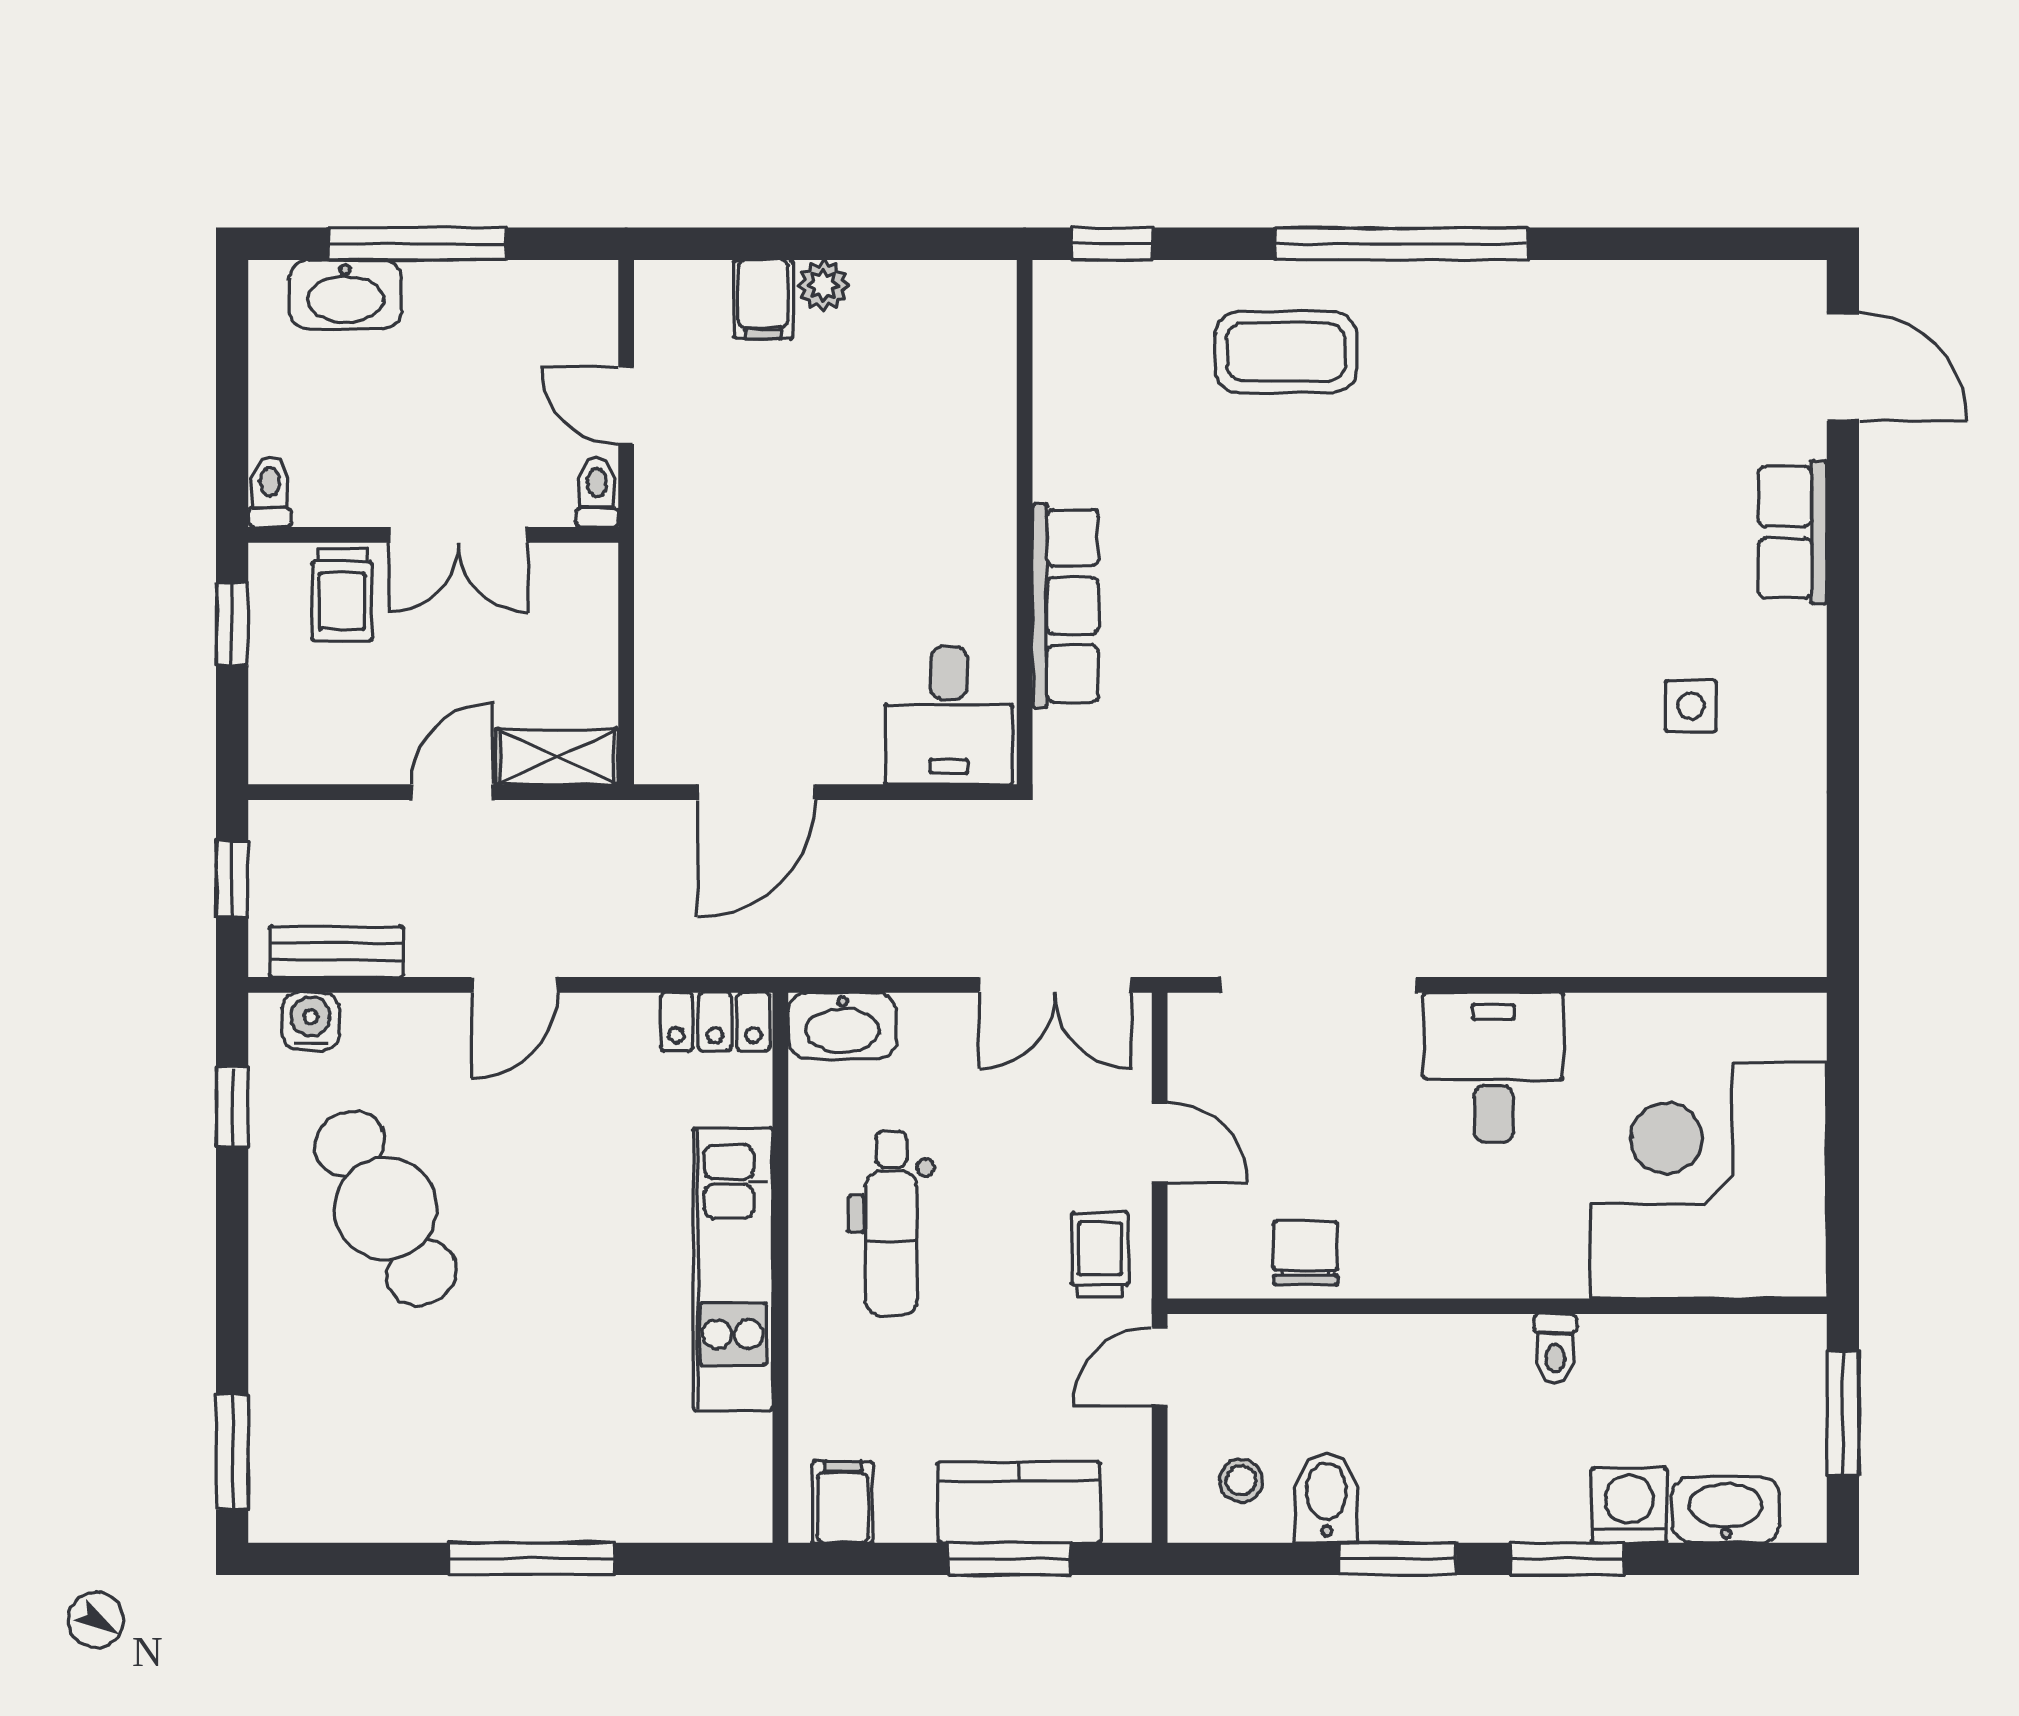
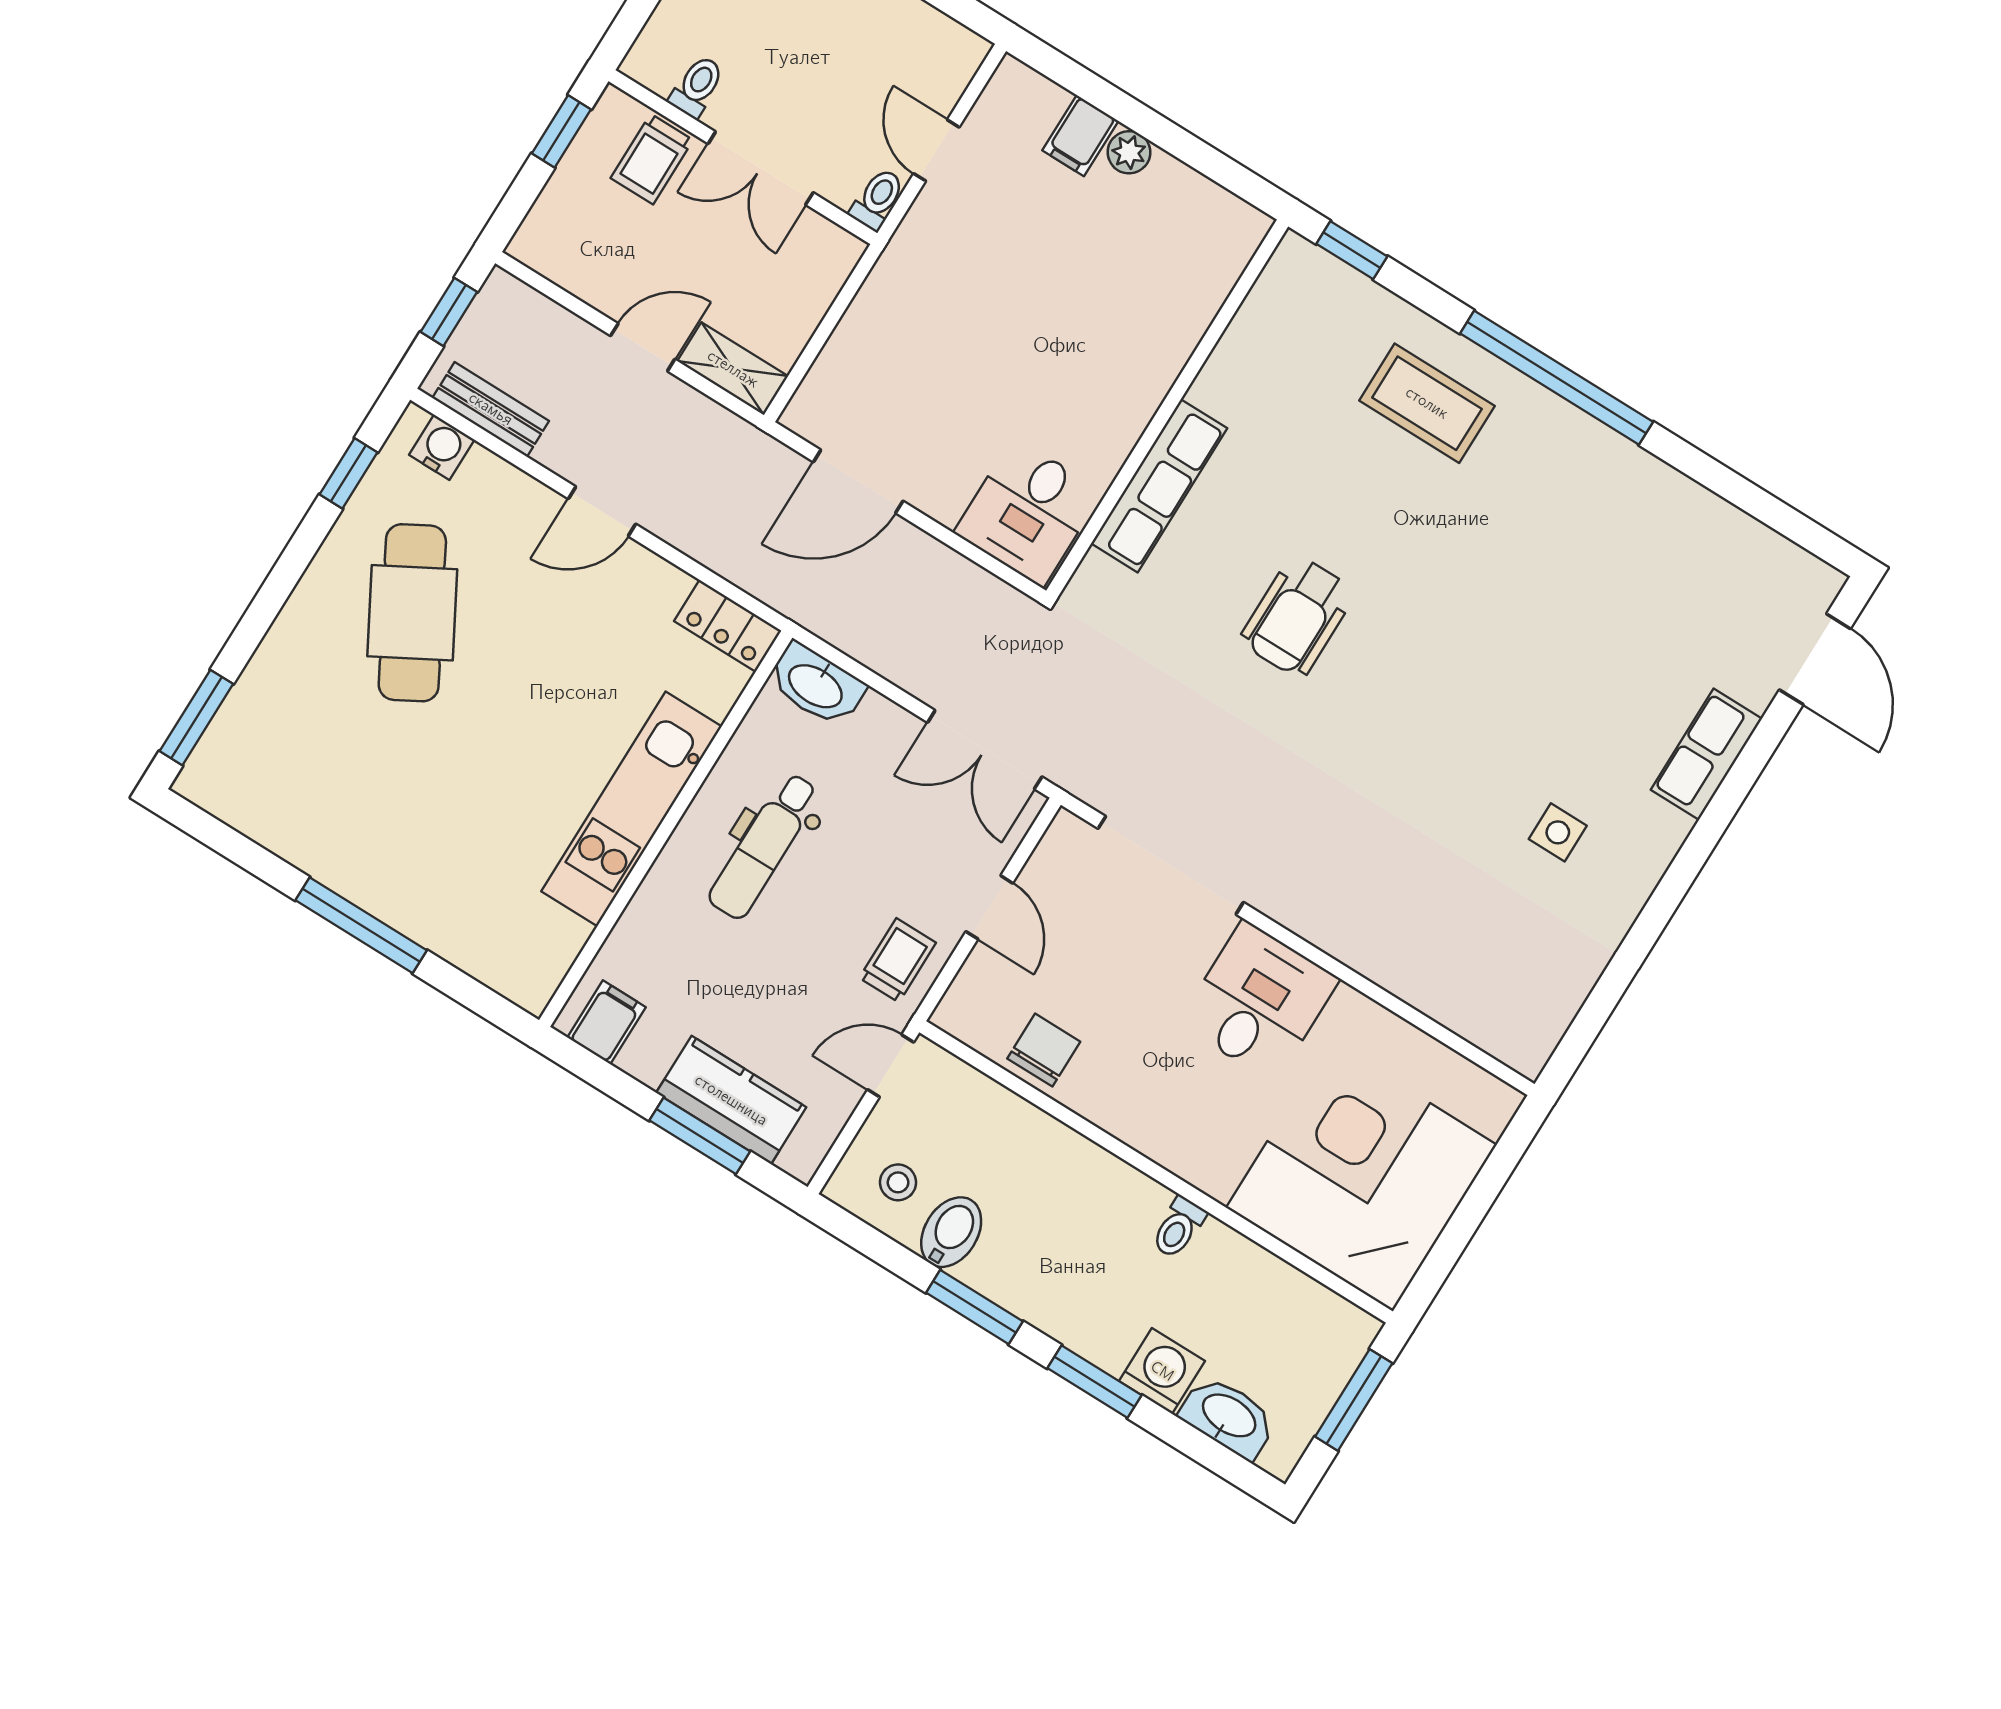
toilet: (270, 492) -> (697, 86), moved
wheelchair: (1289, 651) -> (1298, 616), added

